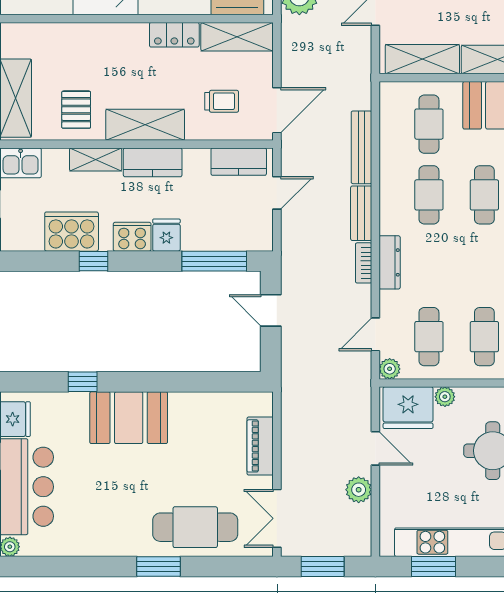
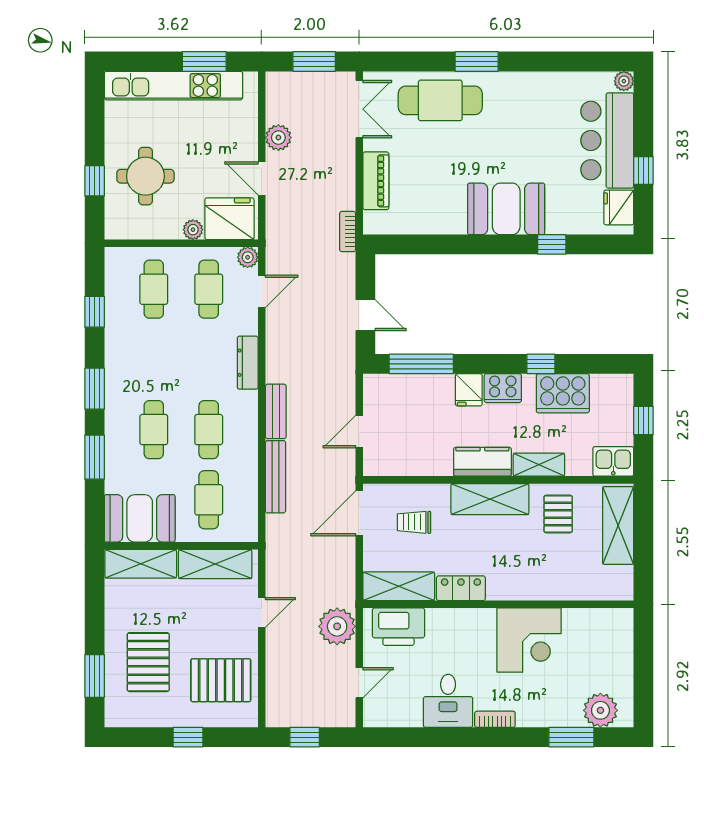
kitchen counter: (239, 162) -> (397, 463), removed
bookcase: (364, 263) -> (348, 231), moved, turned 180

